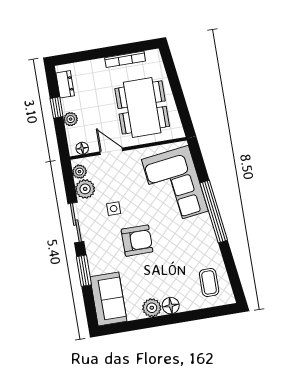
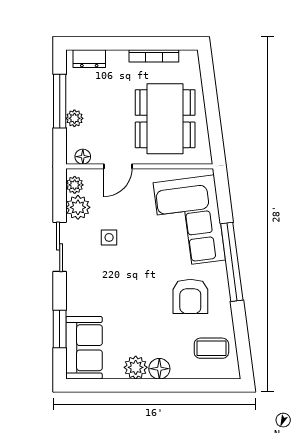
dresser: (65, 84) -> (89, 59), moved, turned 90
window: (57, 107) -> (60, 101), width x2.17
door: (111, 151) -> (118, 166), swing flipped
armchair: (137, 241) -> (190, 296), moved, turned 90
window: (84, 271) -> (60, 329), moved
coffee table: (209, 282) -> (211, 348), turned 90

